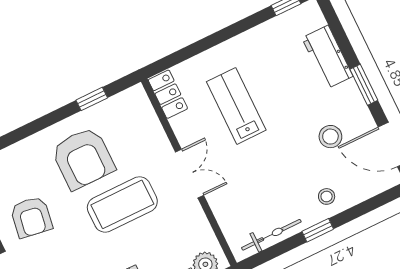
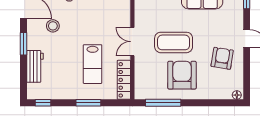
window: (213, 40) -> (88, 103), added
locker: (168, 94) -> (124, 80), width x1.53
window: (92, 99) -> (163, 103), width x2.17

